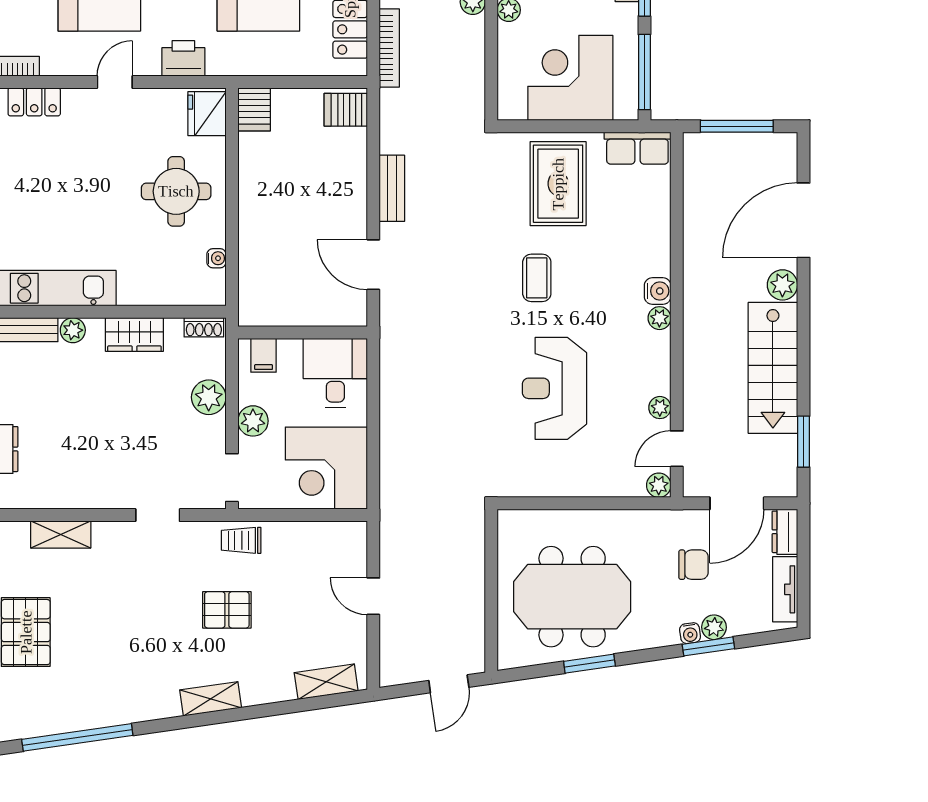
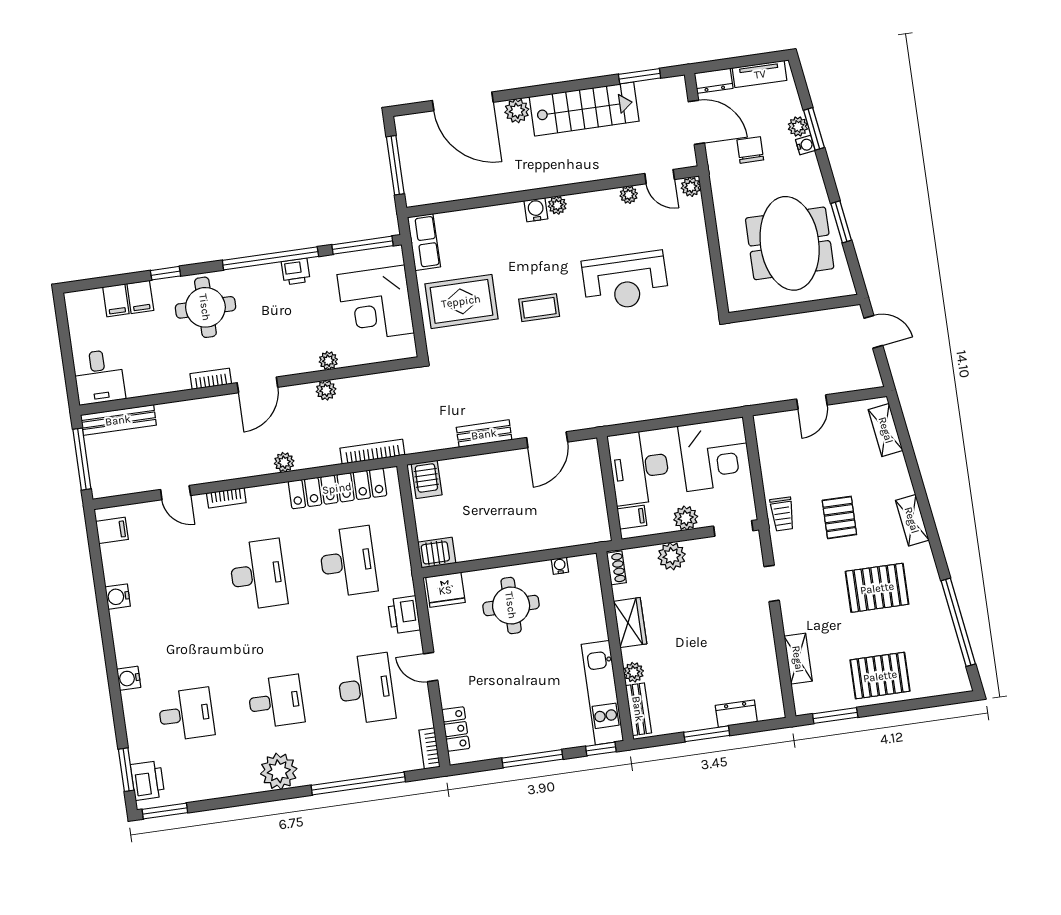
desk: (335, 373) -> (639, 467), width x1.37
pallet: (134, 644) -> (877, 588), added

